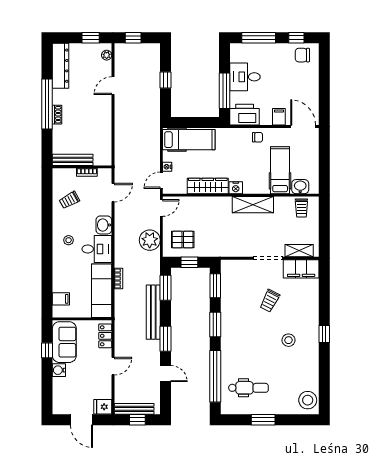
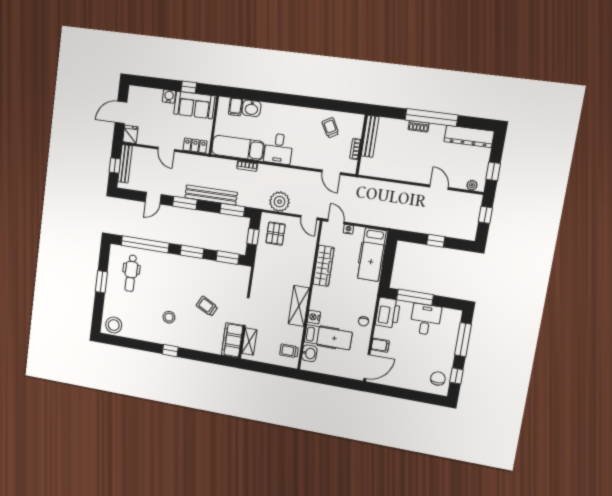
nightstand: (236, 188) -> (314, 317), moved
washbasin: (104, 225) -> (251, 108), moved, turned 180
stool: (69, 240) -> (291, 122), removed

